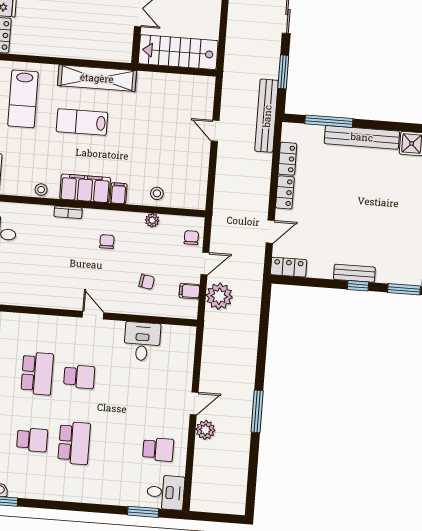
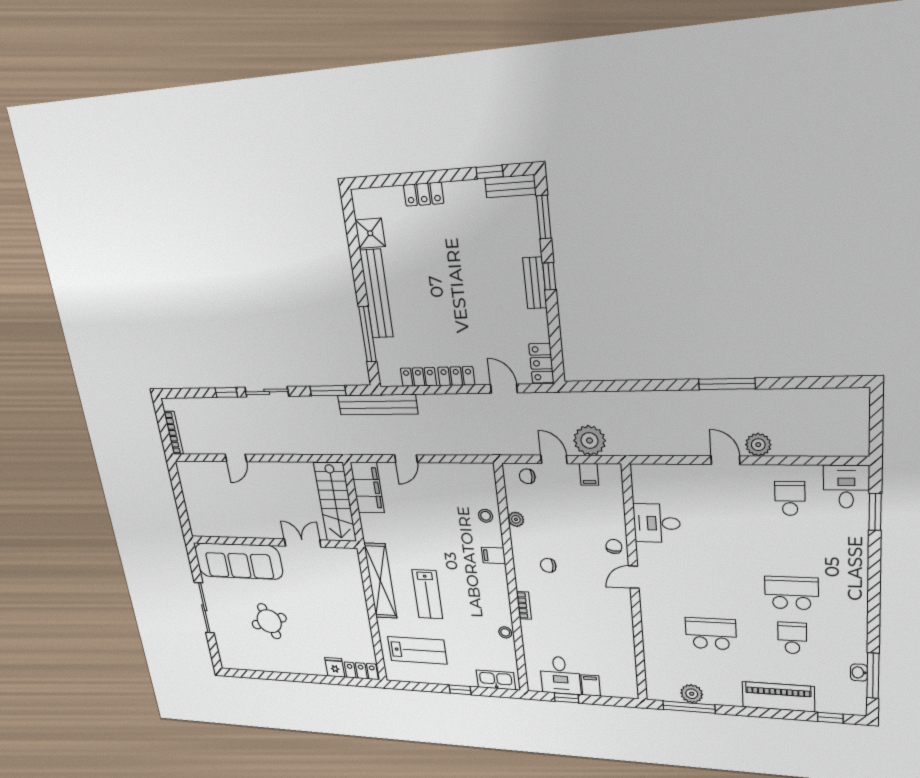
filing cabinet: (85, 188) -> (367, 488), moved, turned 180
chair: (147, 282) -> (614, 546), moved
school desk: (79, 377) -> (709, 590), removed

